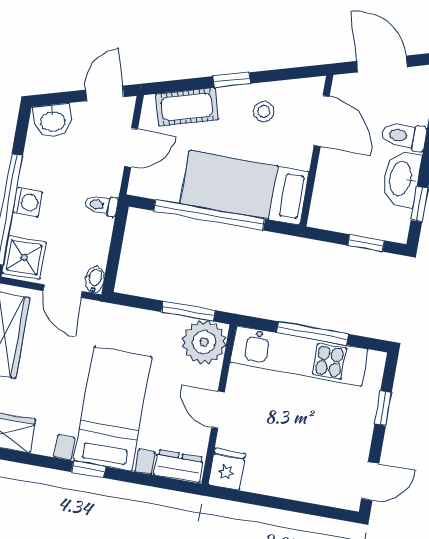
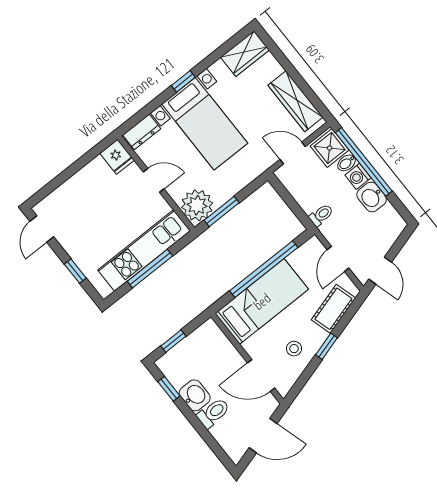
washbasin: (53, 121) -> (372, 197), moved, turned -74
washbasin: (401, 179) -> (195, 395), width x0.72
bidet: (95, 280) -> (347, 163), moved, turned 90

